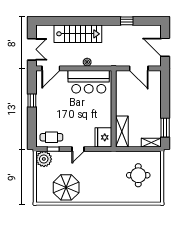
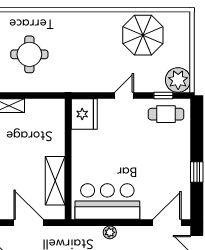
shelving: (122, 132) -> (55, 181), moved

